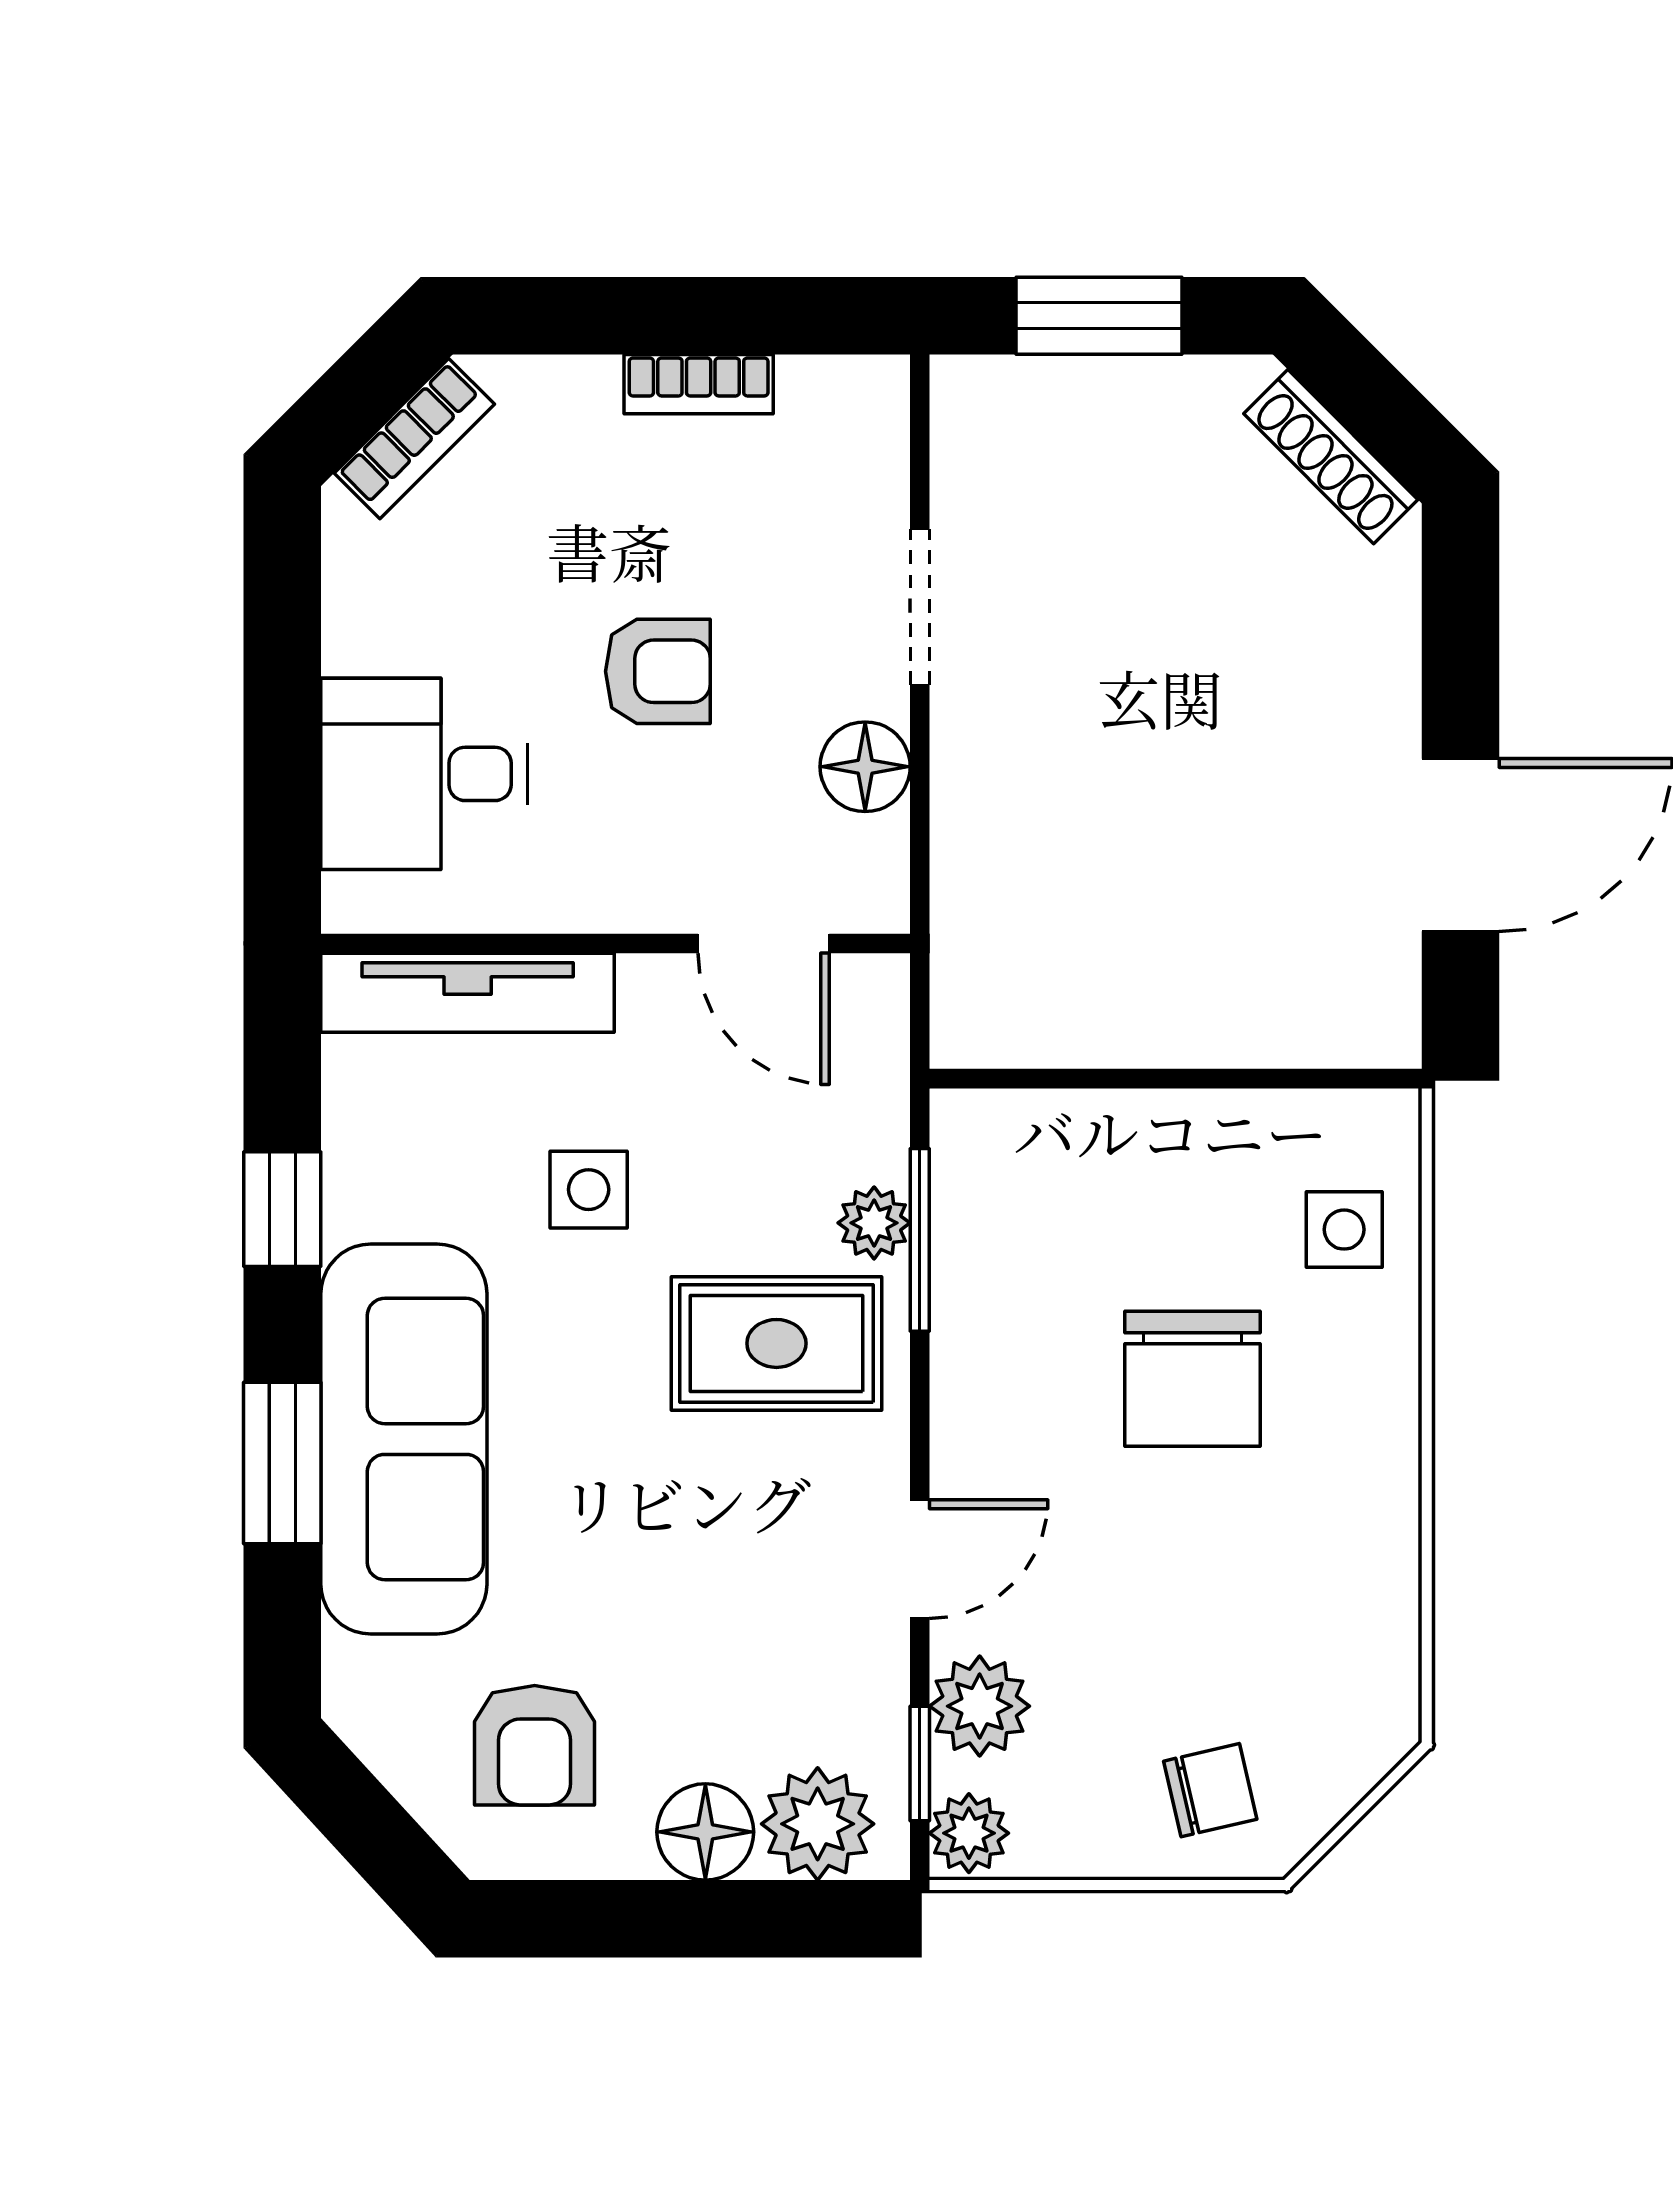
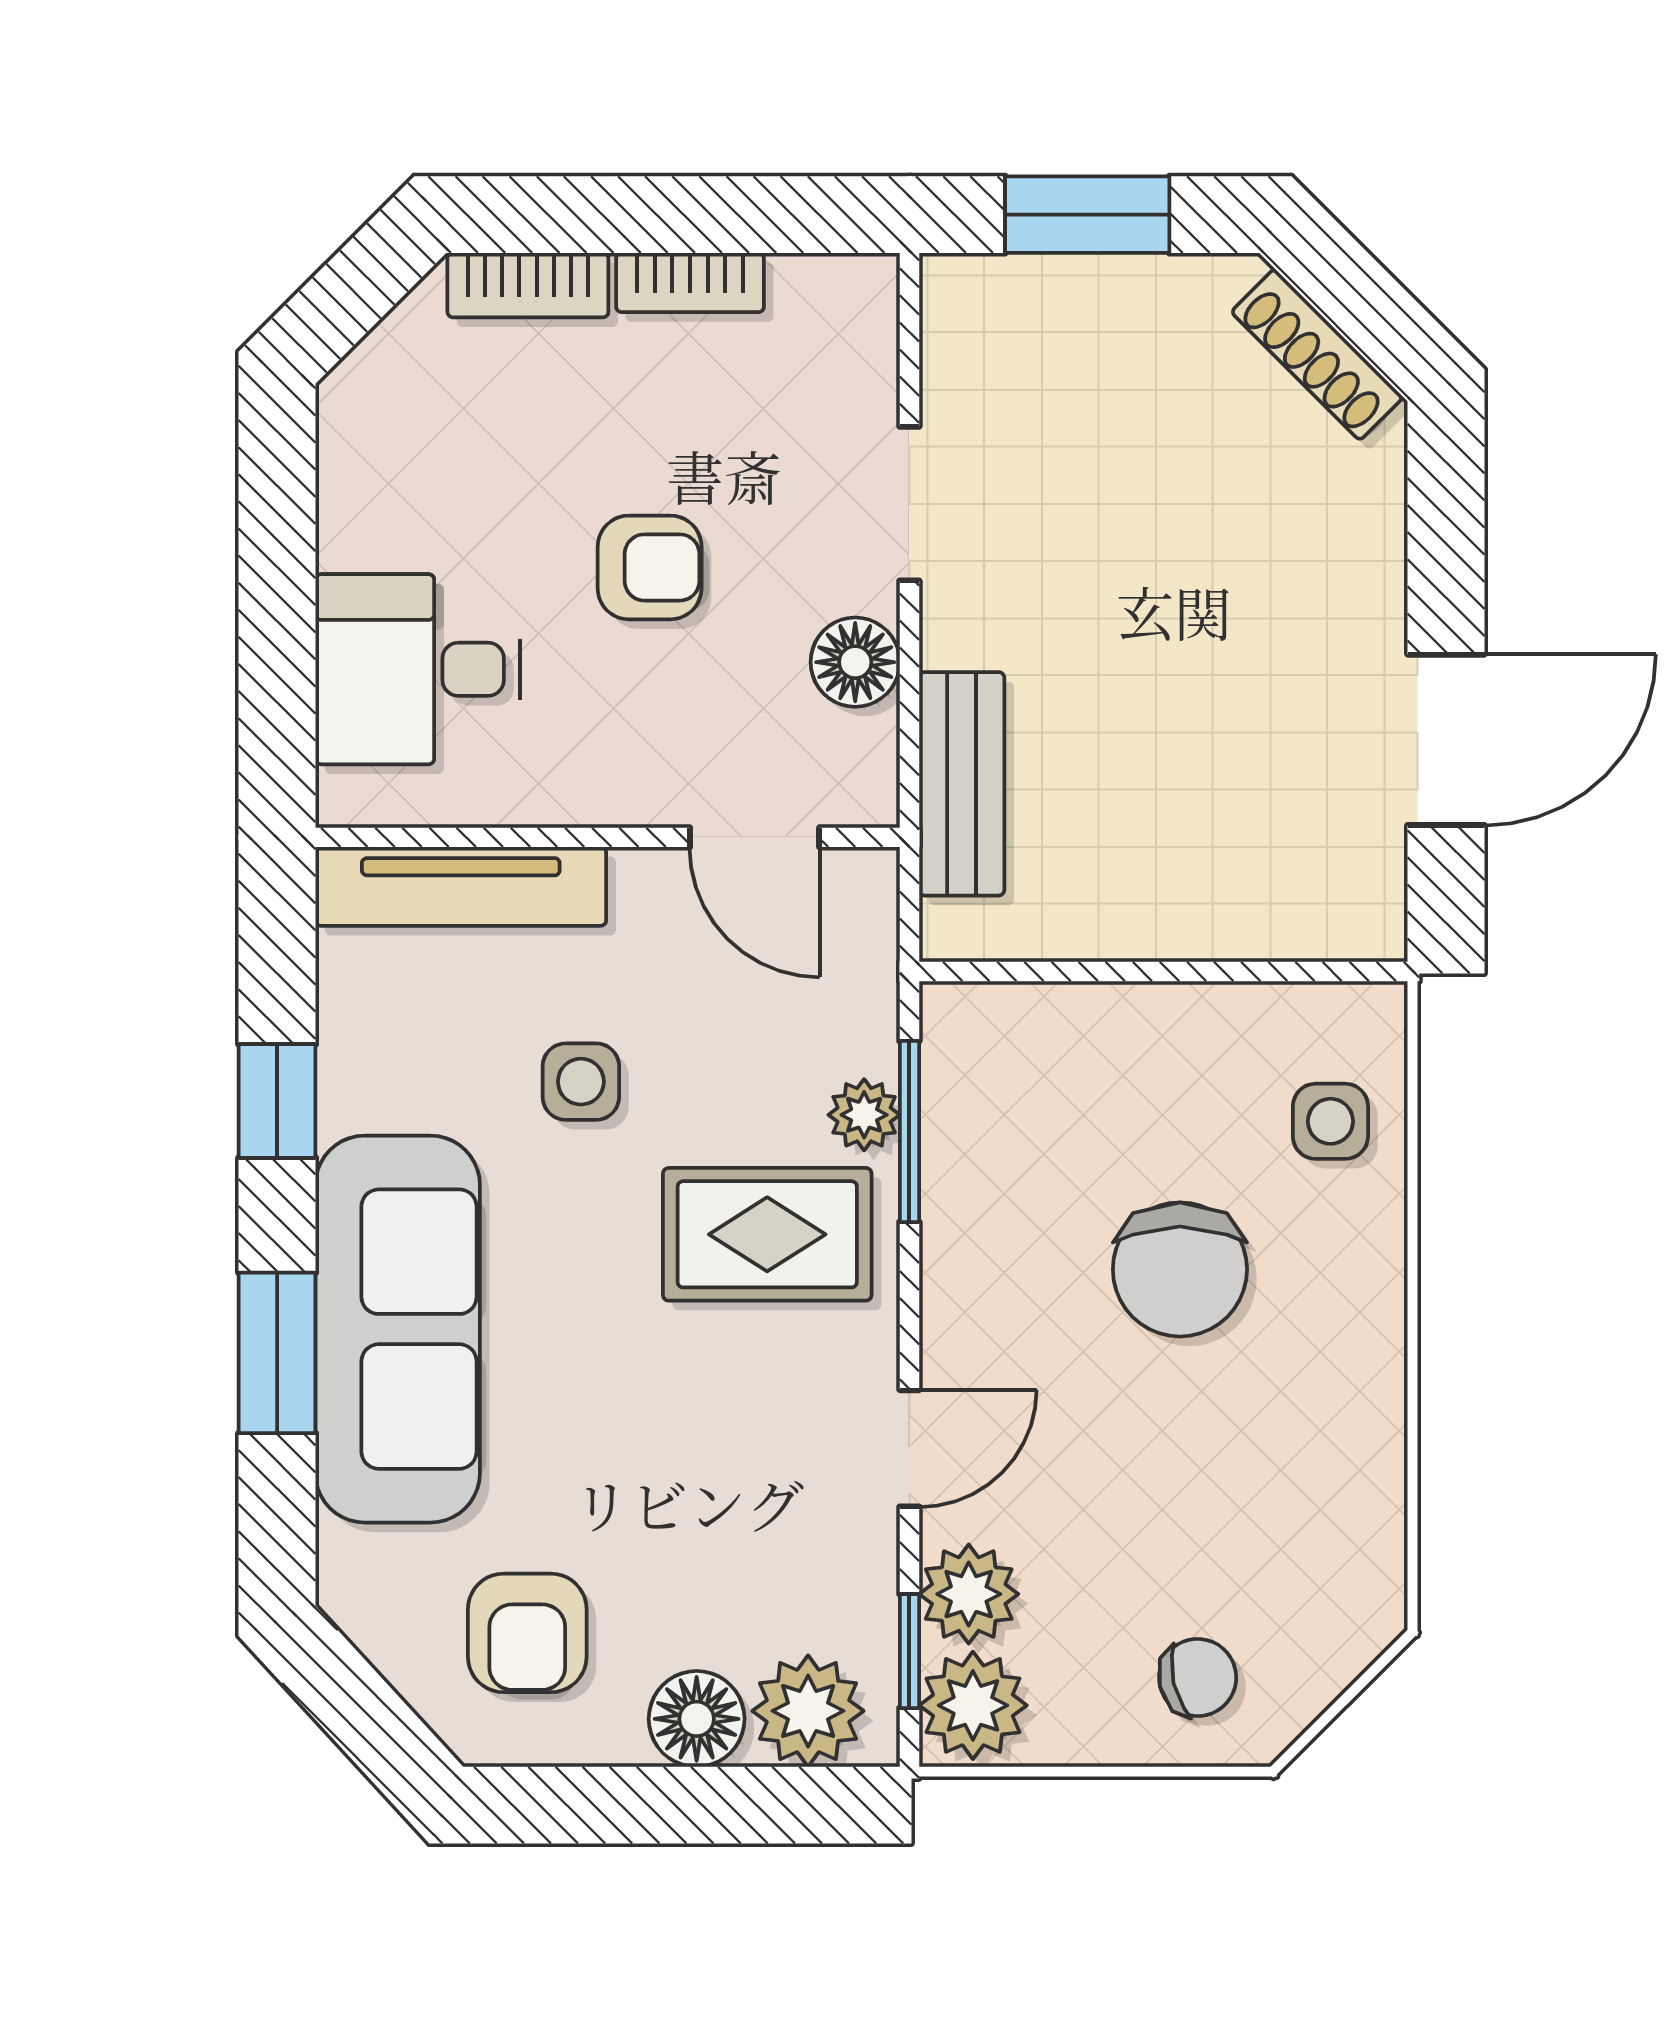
bookcase: (414, 439) -> (528, 285), moved, turned 45
bench: (972, 889) -> (962, 784), added
plant: (969, 1833) -> (973, 1705), width x1.38, depth x1.38

